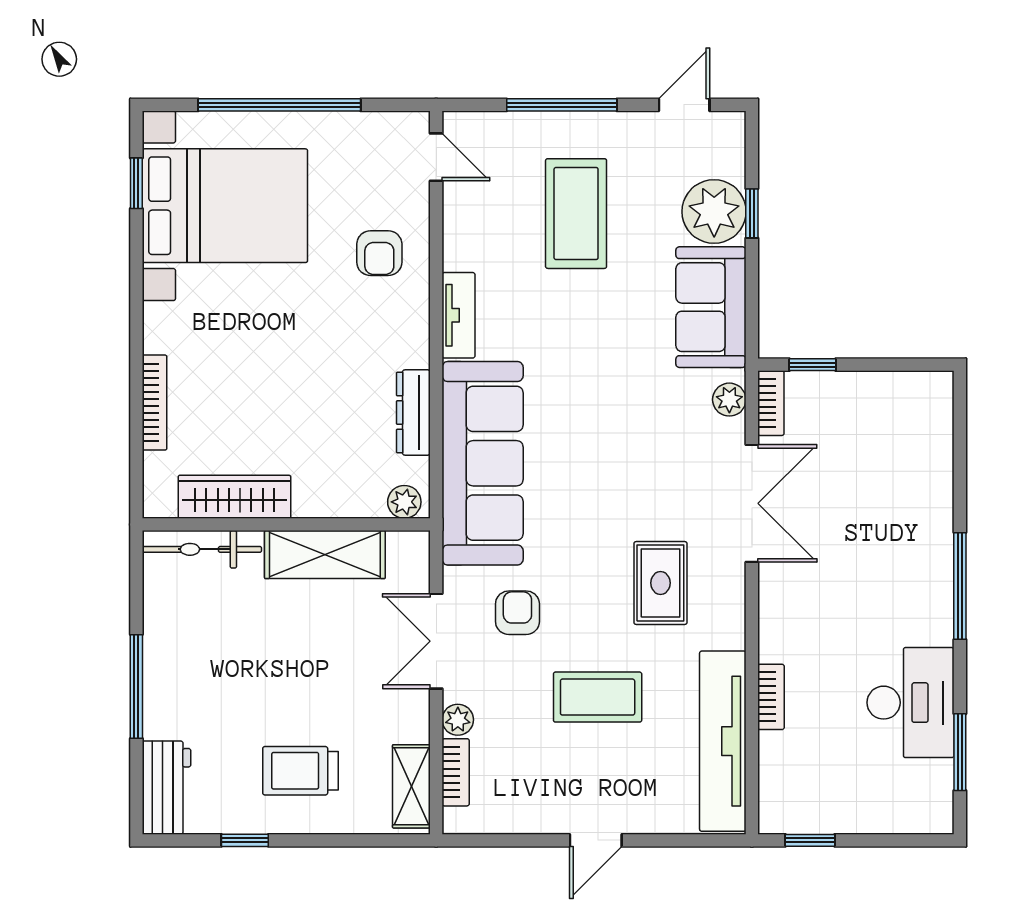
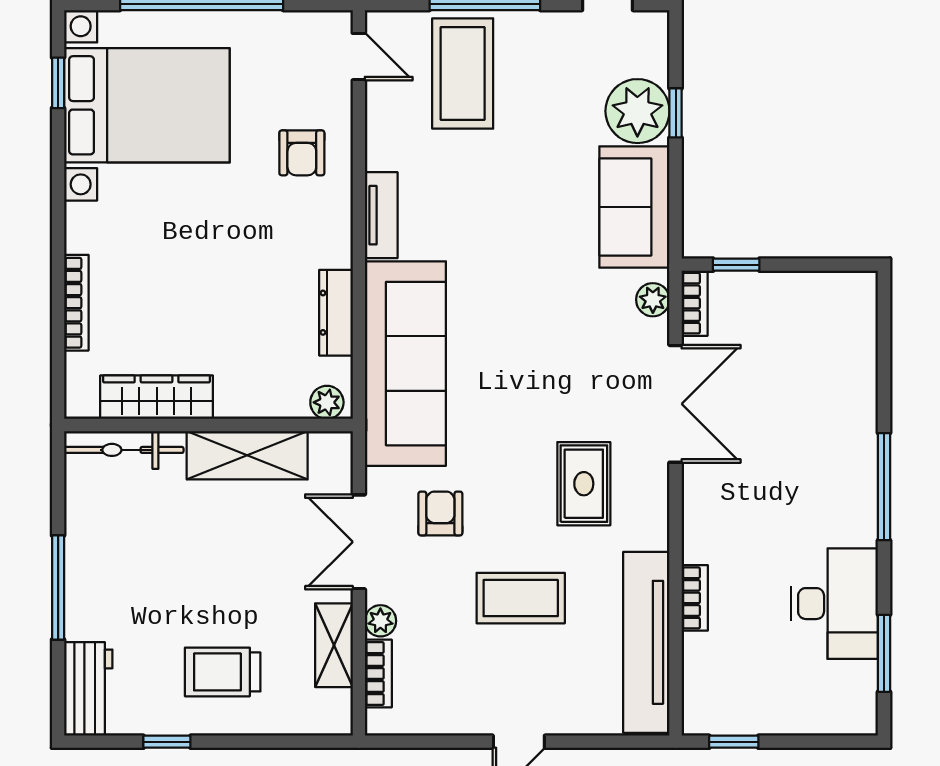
coffee table: (576, 214) -> (463, 73), moved
shelving: (411, 786) -> (334, 645), moved

